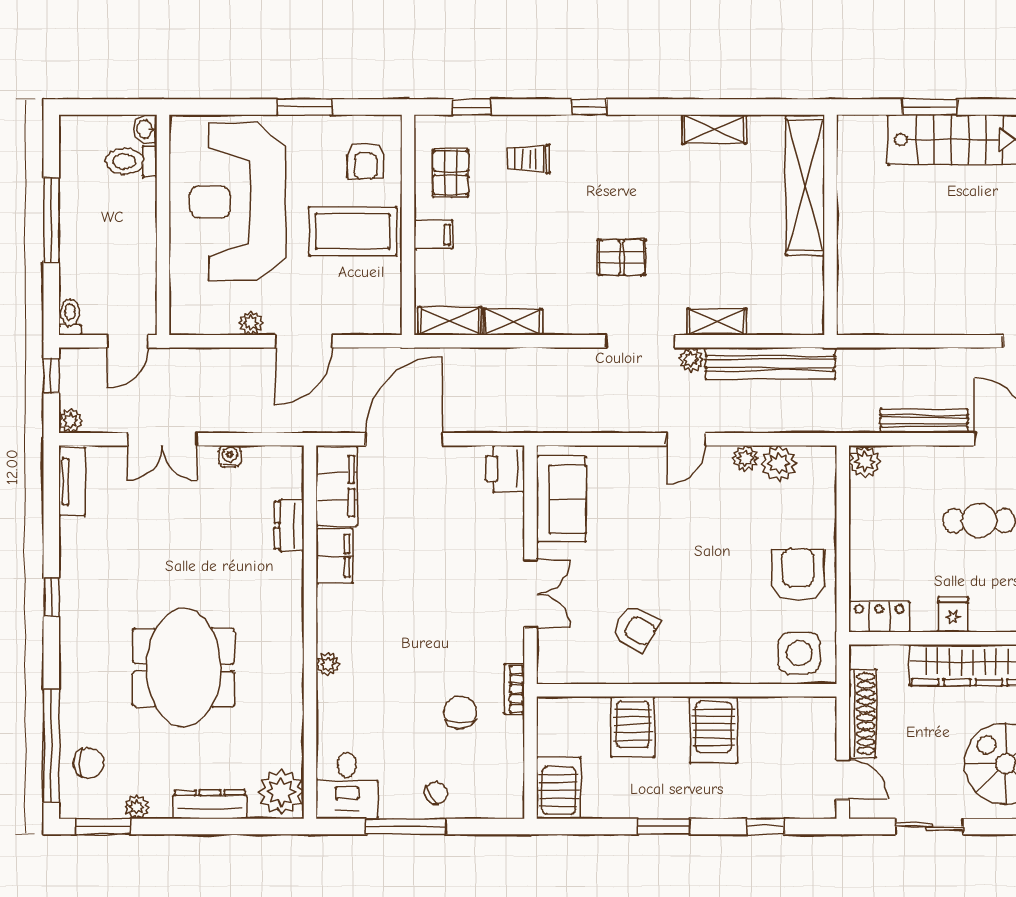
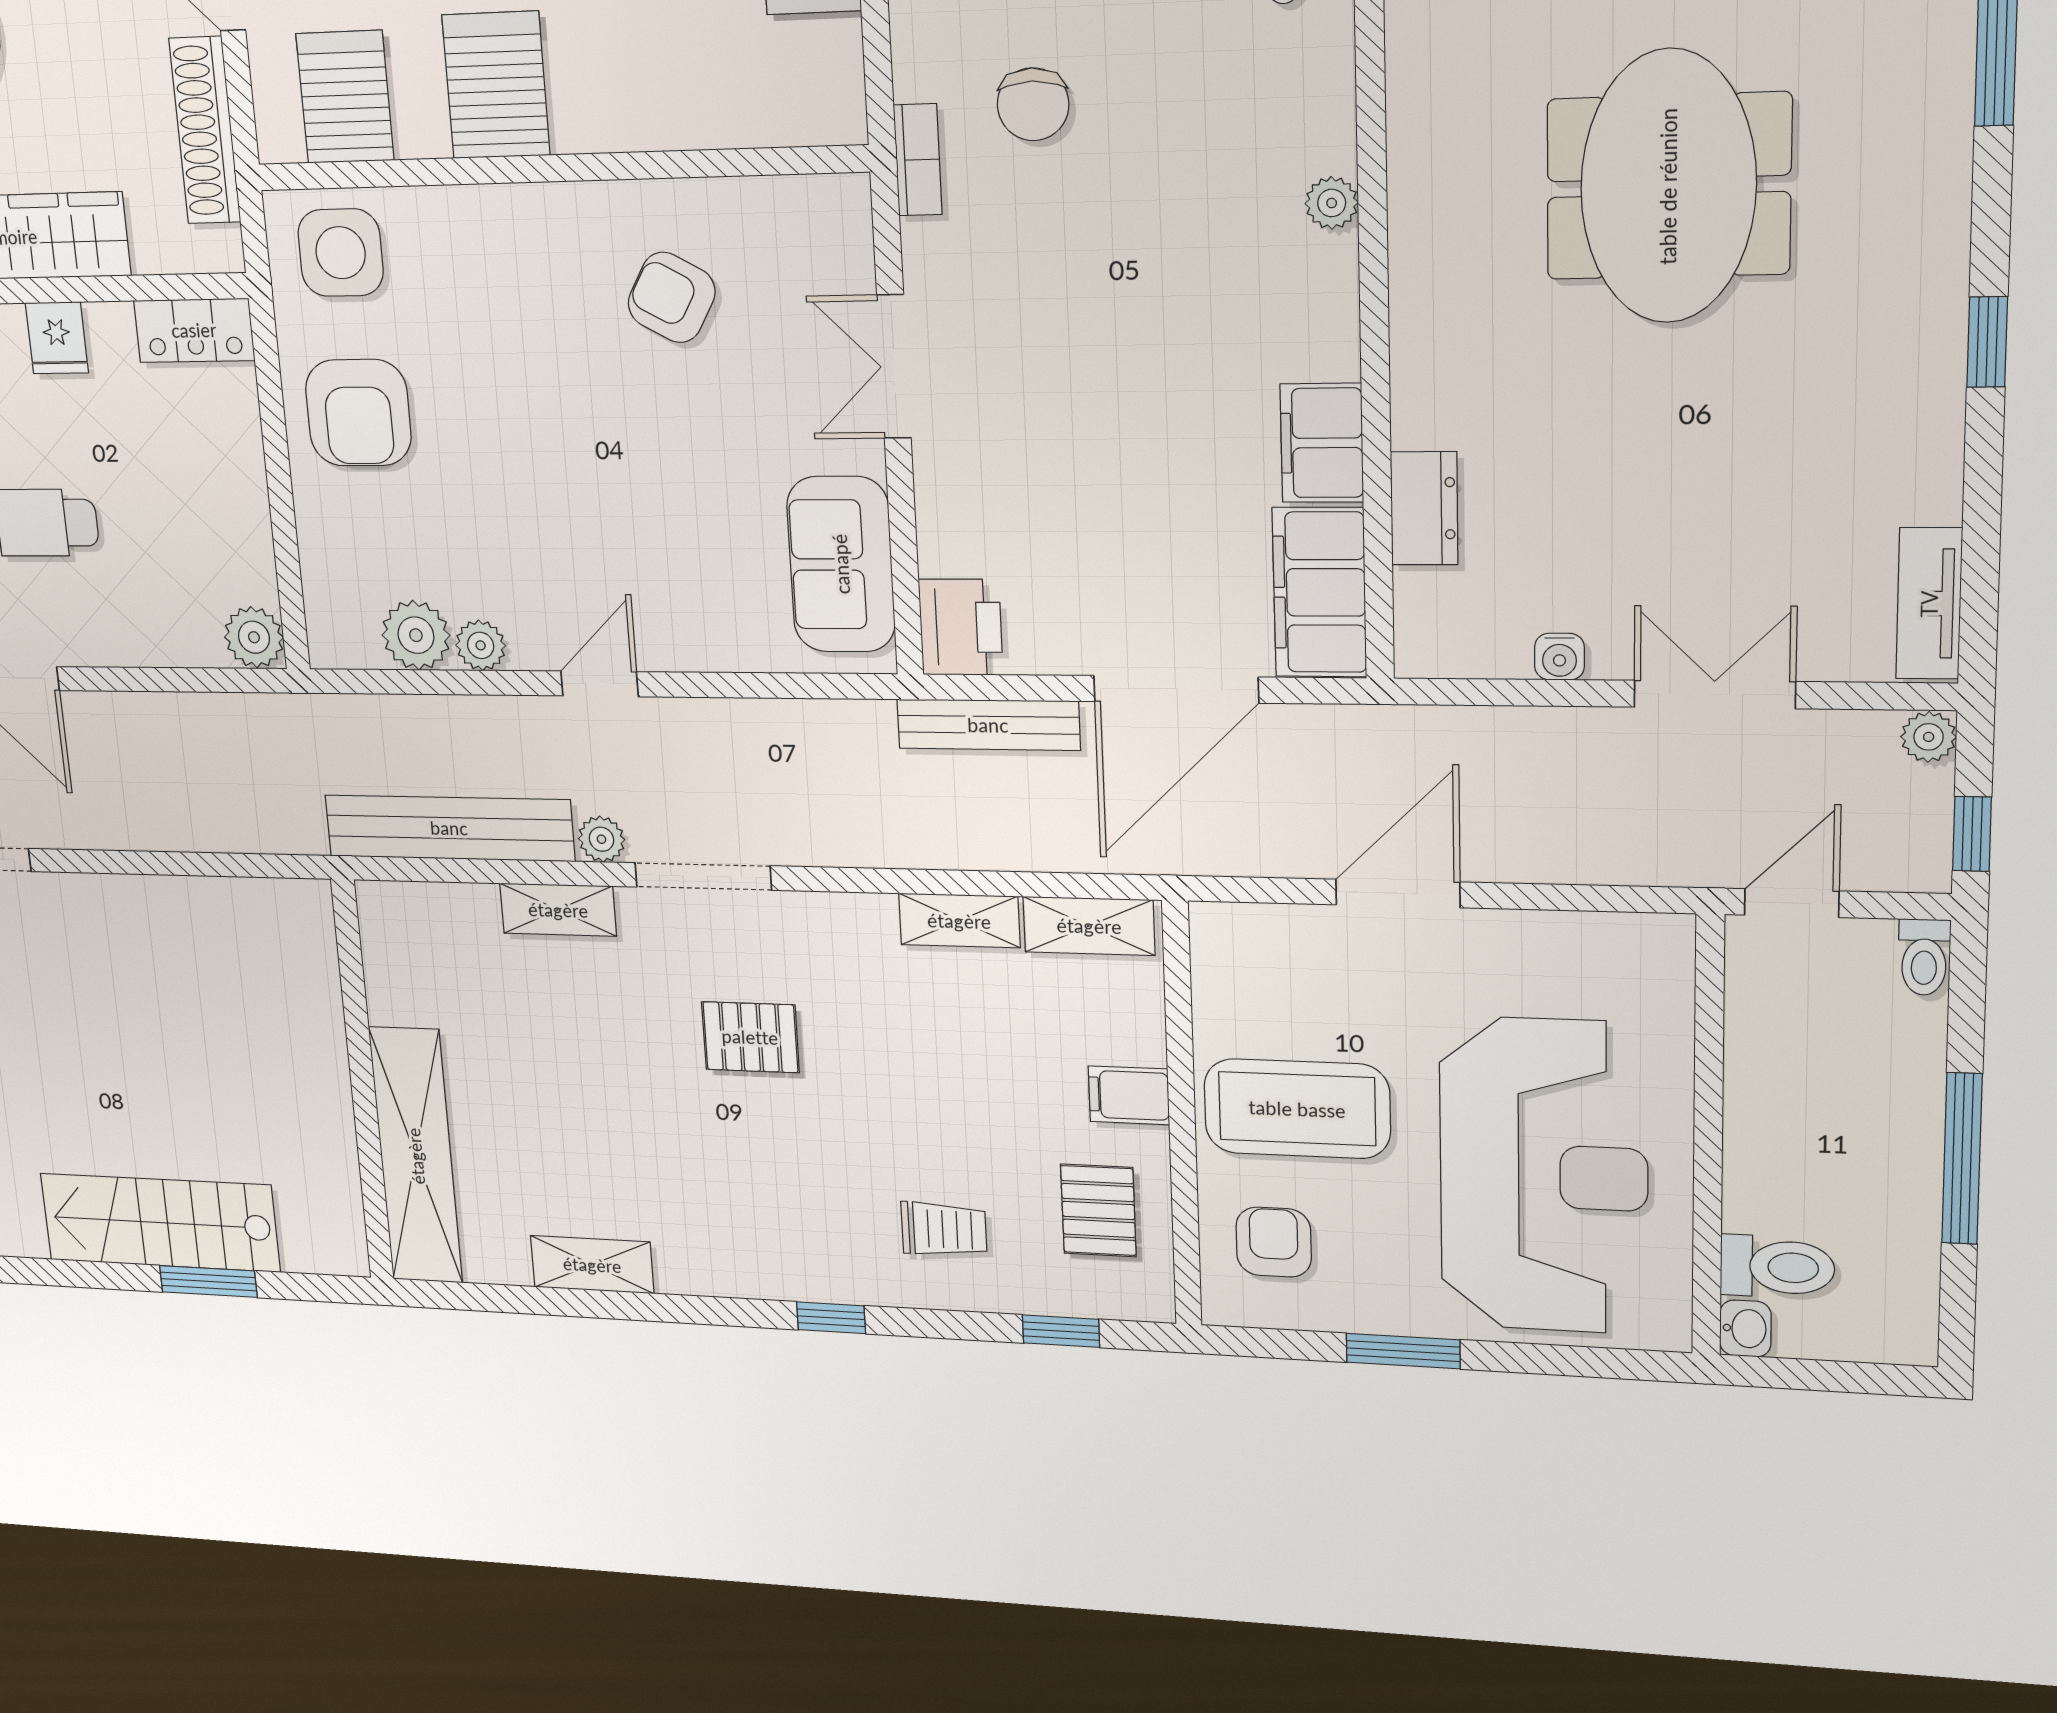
plant: (251, 323) -> (1513, 933), removed
bench: (924, 421) -> (988, 725), moved
server rack: (633, 727) -> (345, 97), moved

